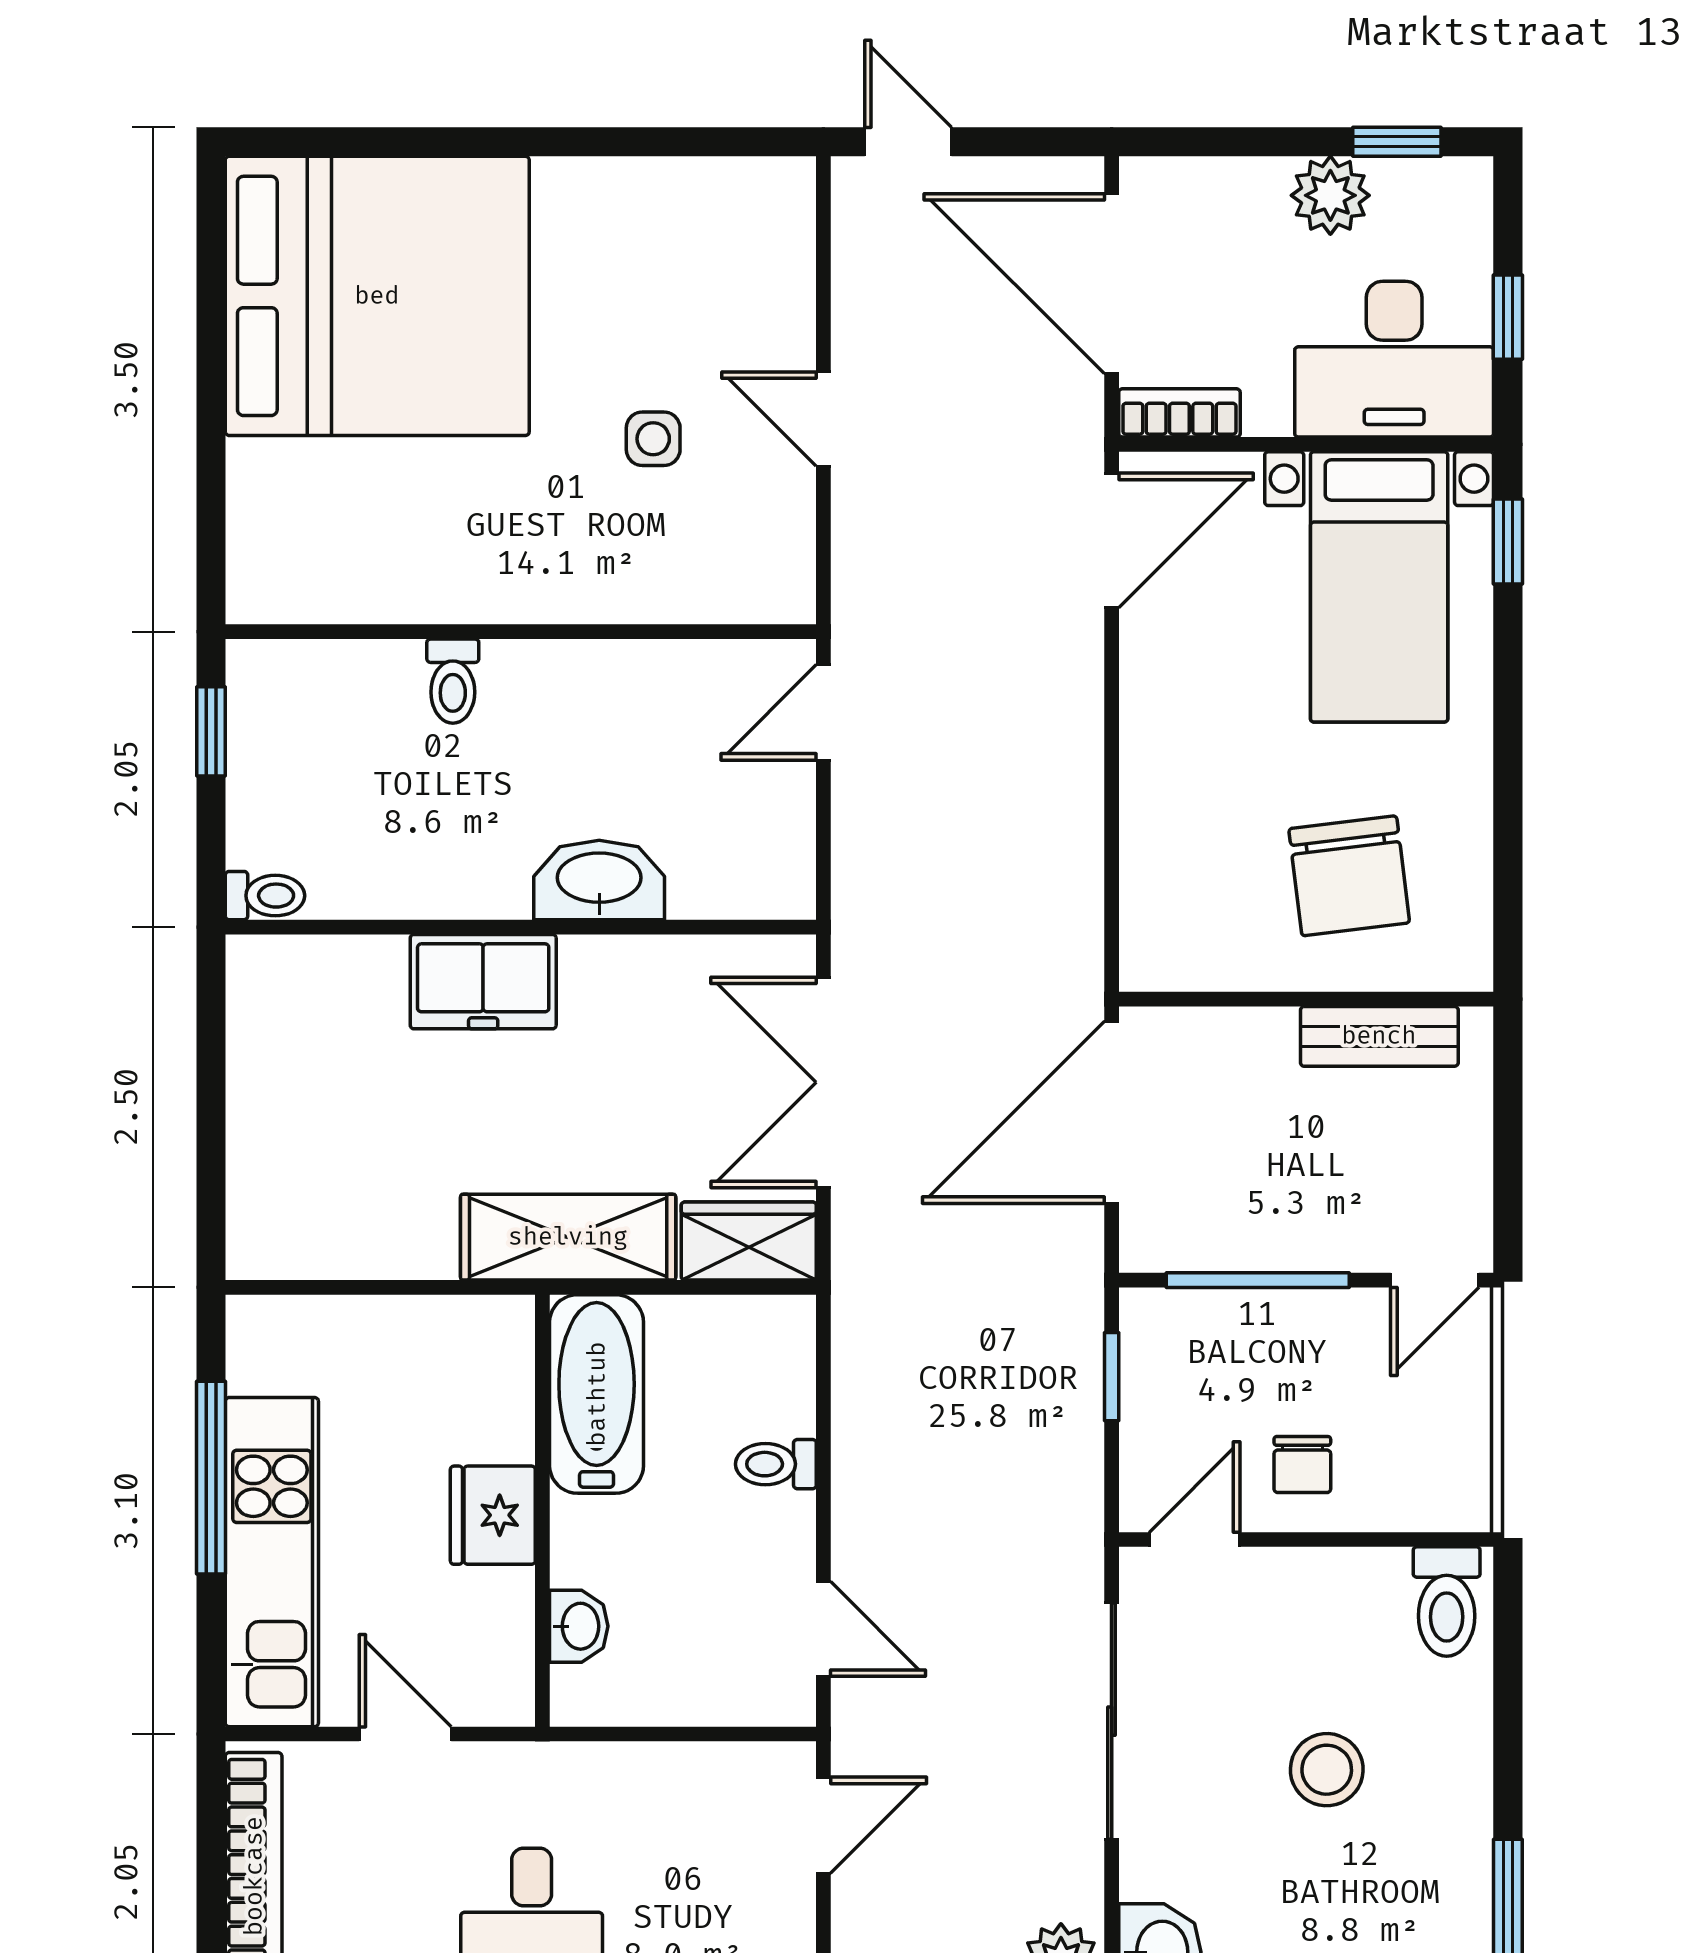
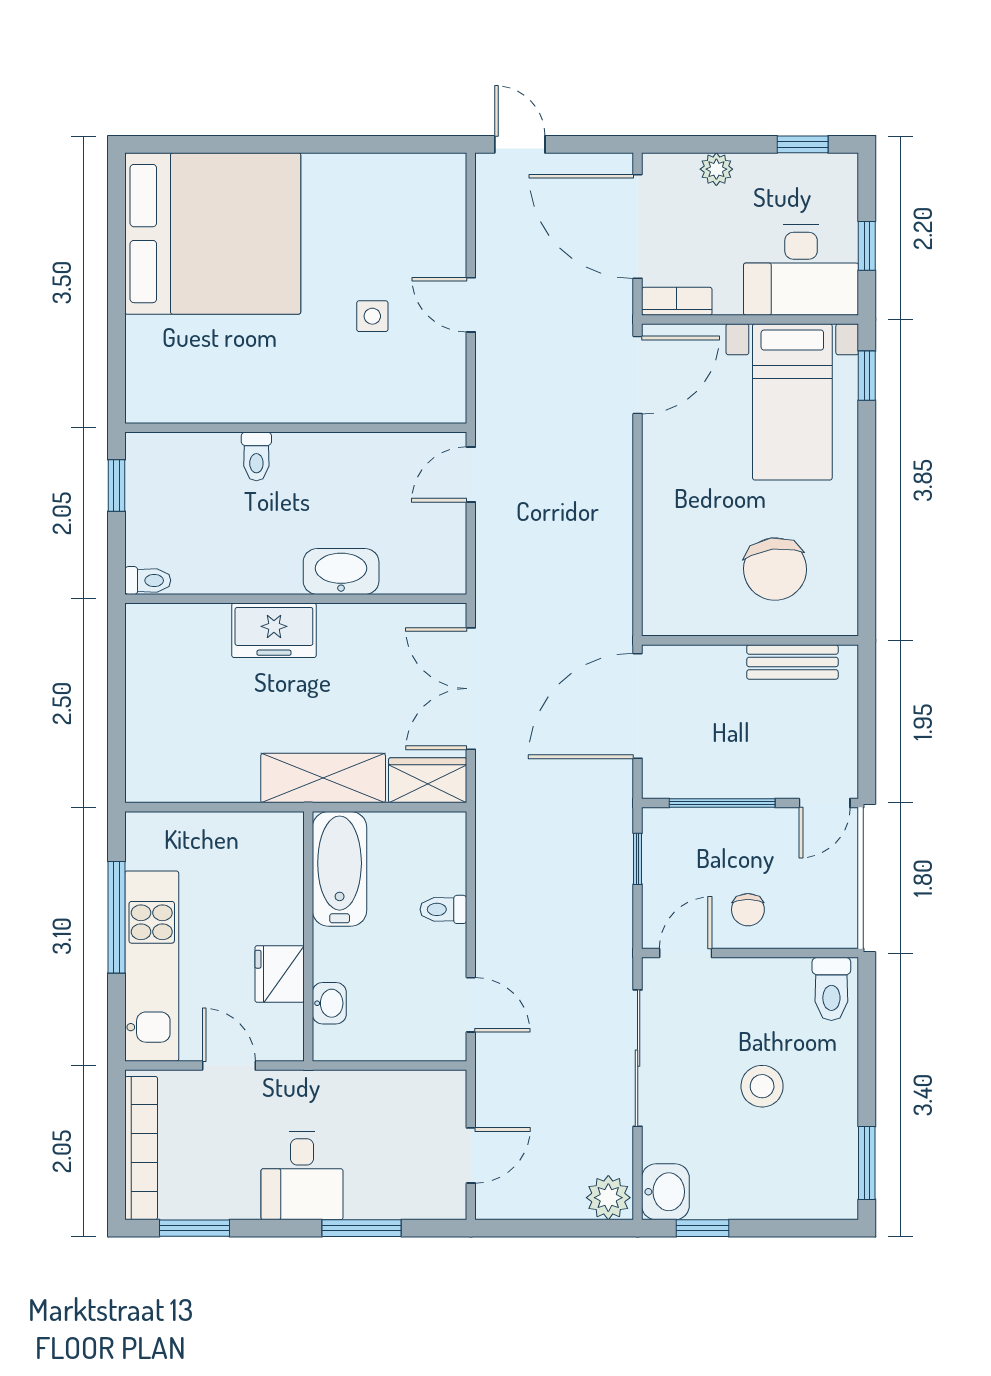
plant: (1330, 195) -> (716, 169), moved, width x0.73, depth x0.73
fridge: (493, 1515) -> (280, 974), moved
door: (823, 1825) -> (471, 1155), moved

